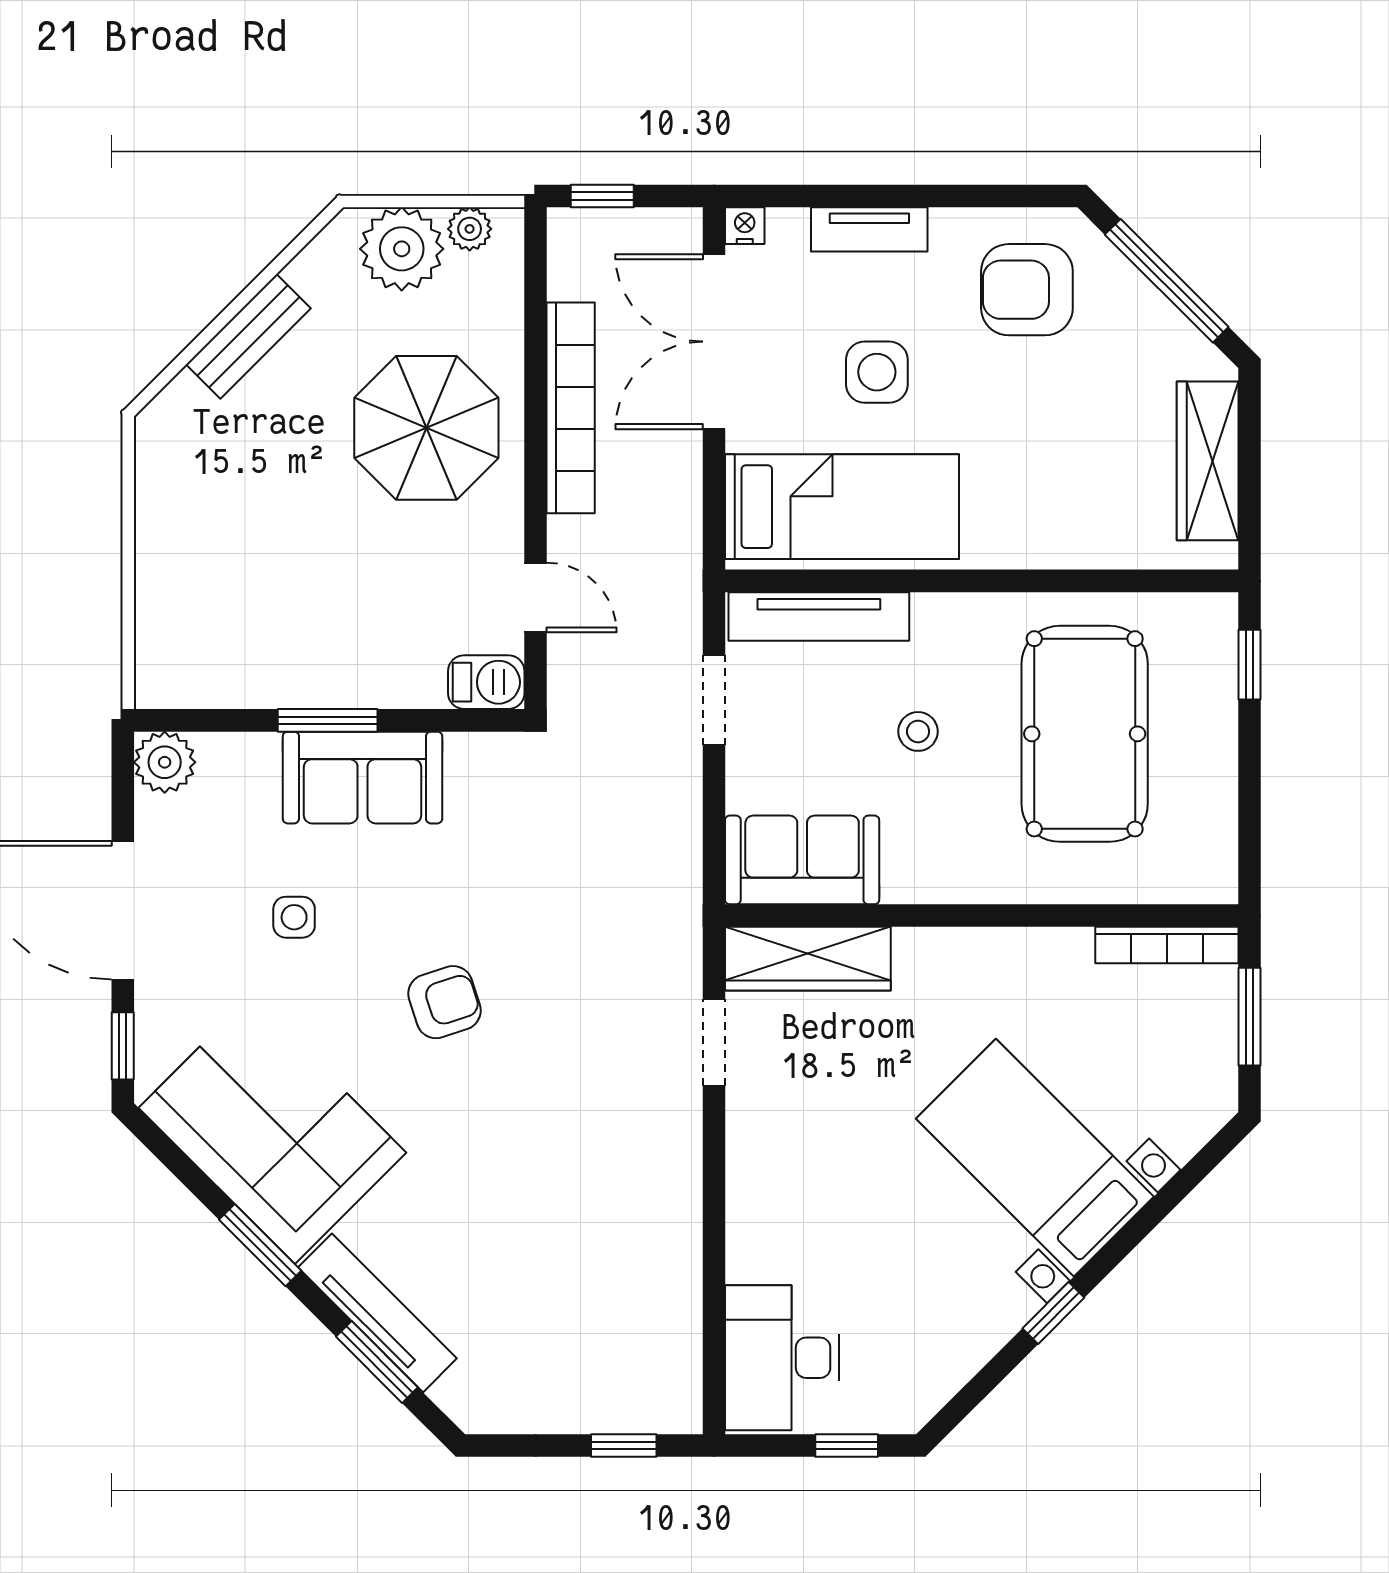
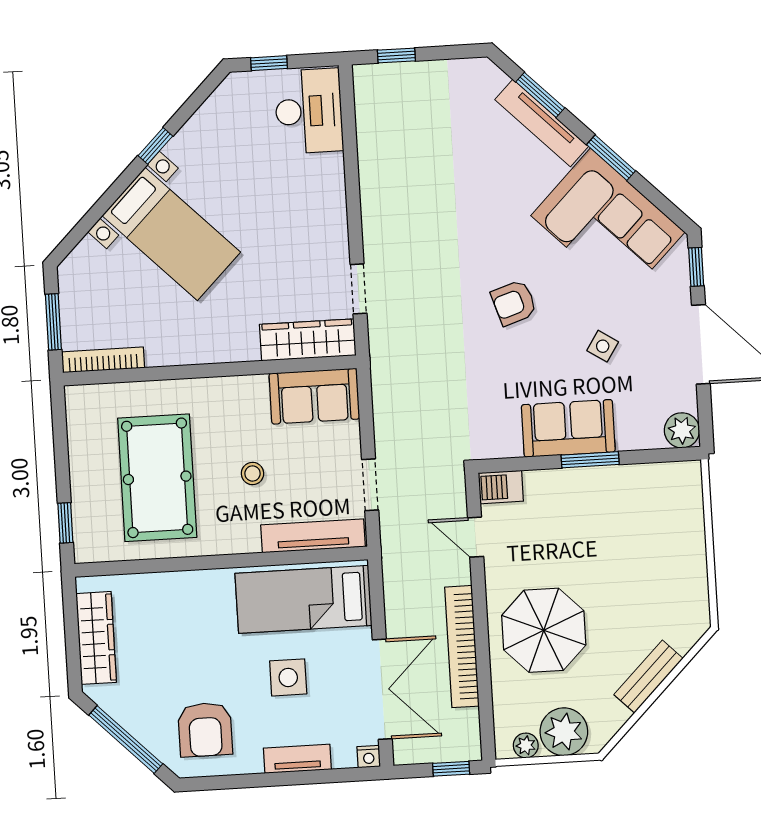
armchair: (1027, 290) -> (205, 730), turned 90
side table: (294, 917) -> (603, 346), turned 33

